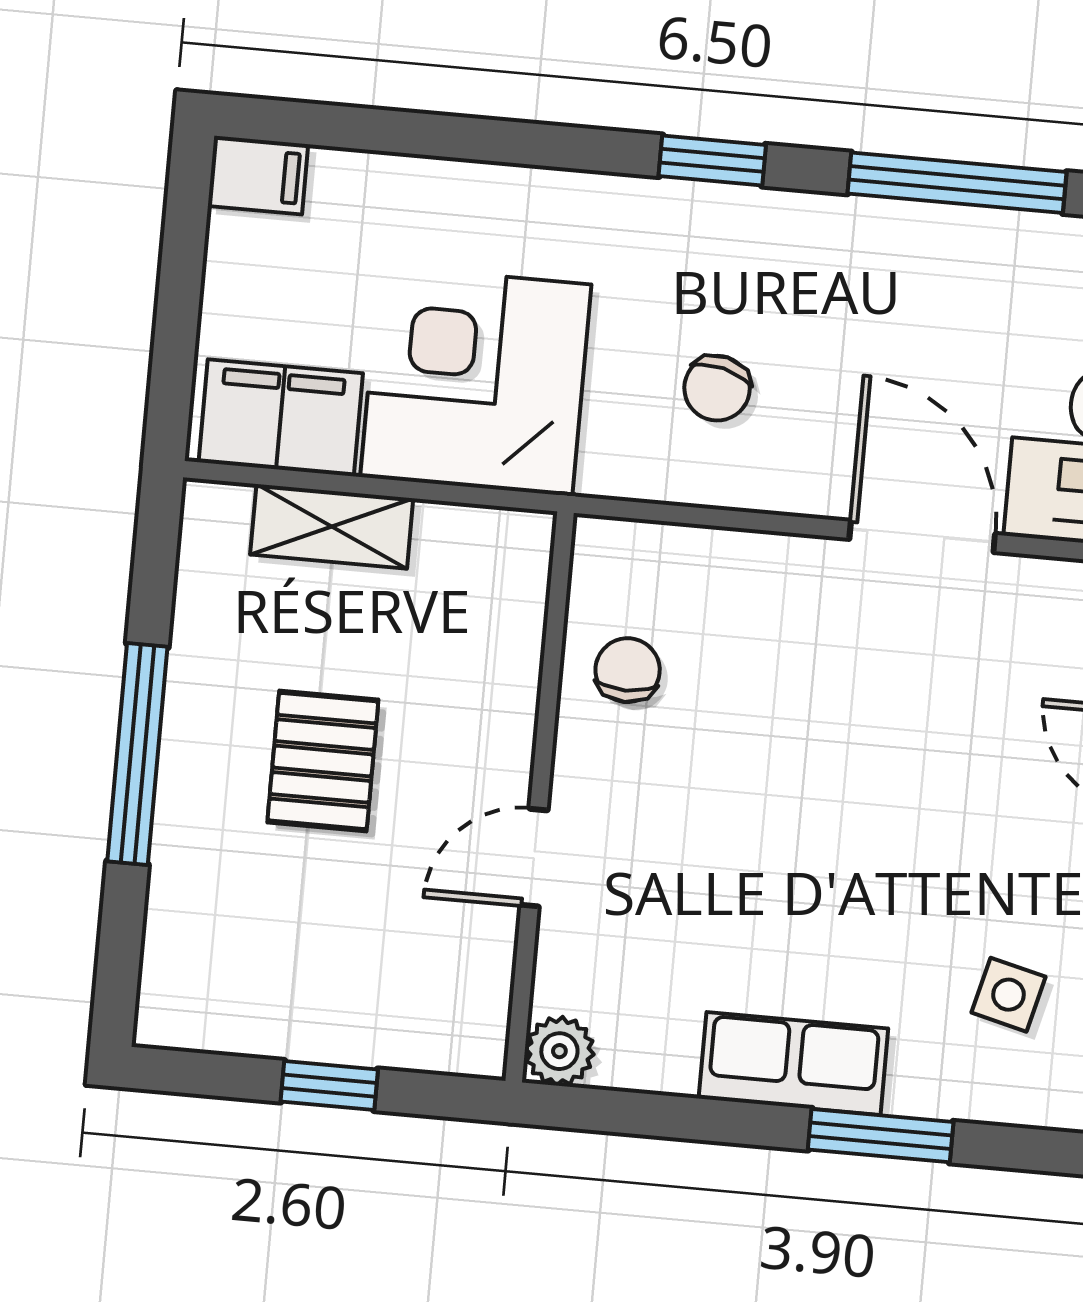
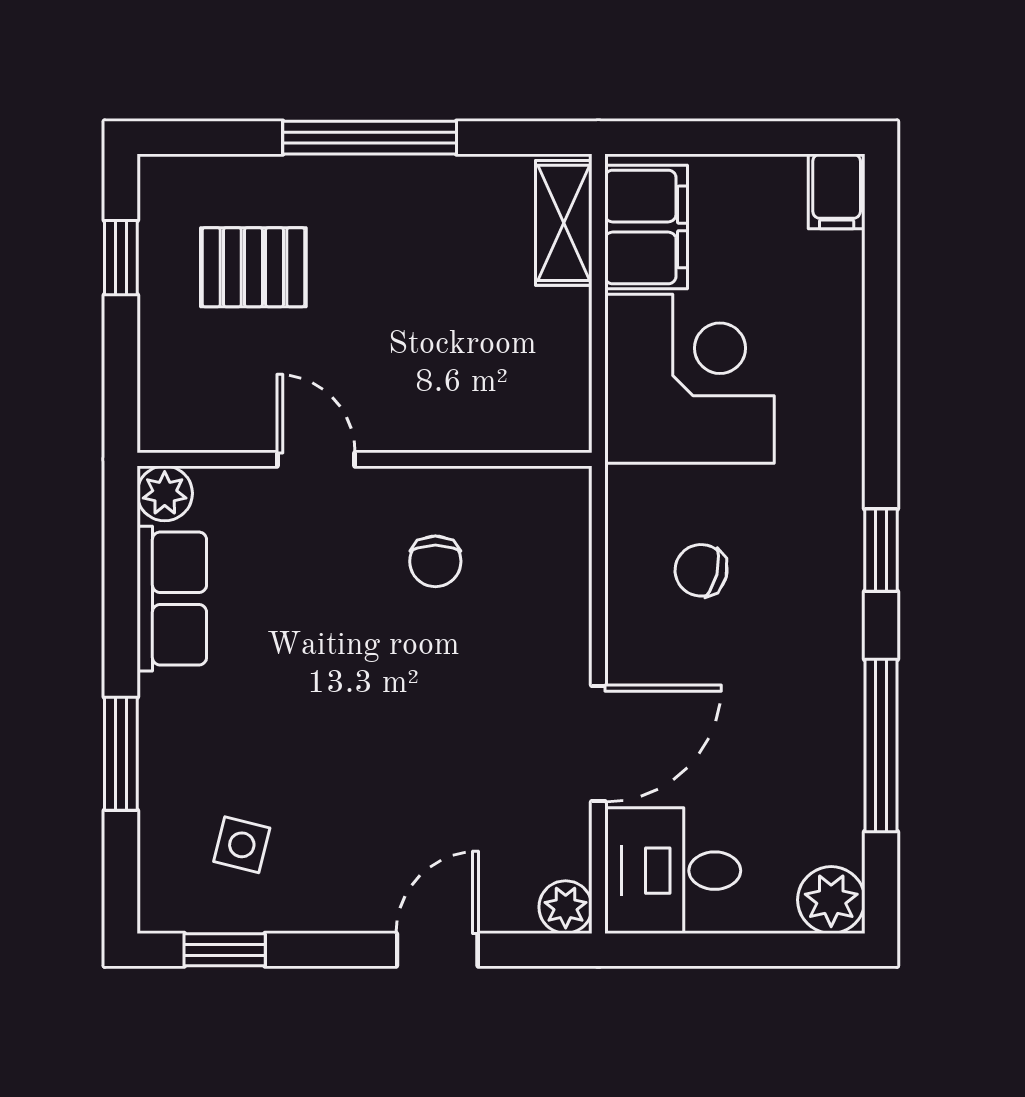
shelving: (332, 526) -> (564, 223), moved
chair: (628, 670) -> (435, 561), moved, turned 90
pallet: (323, 761) -> (253, 267), moved
row of seats: (793, 1063) -> (172, 599), moved
window: (329, 1085) -> (121, 258), moved

